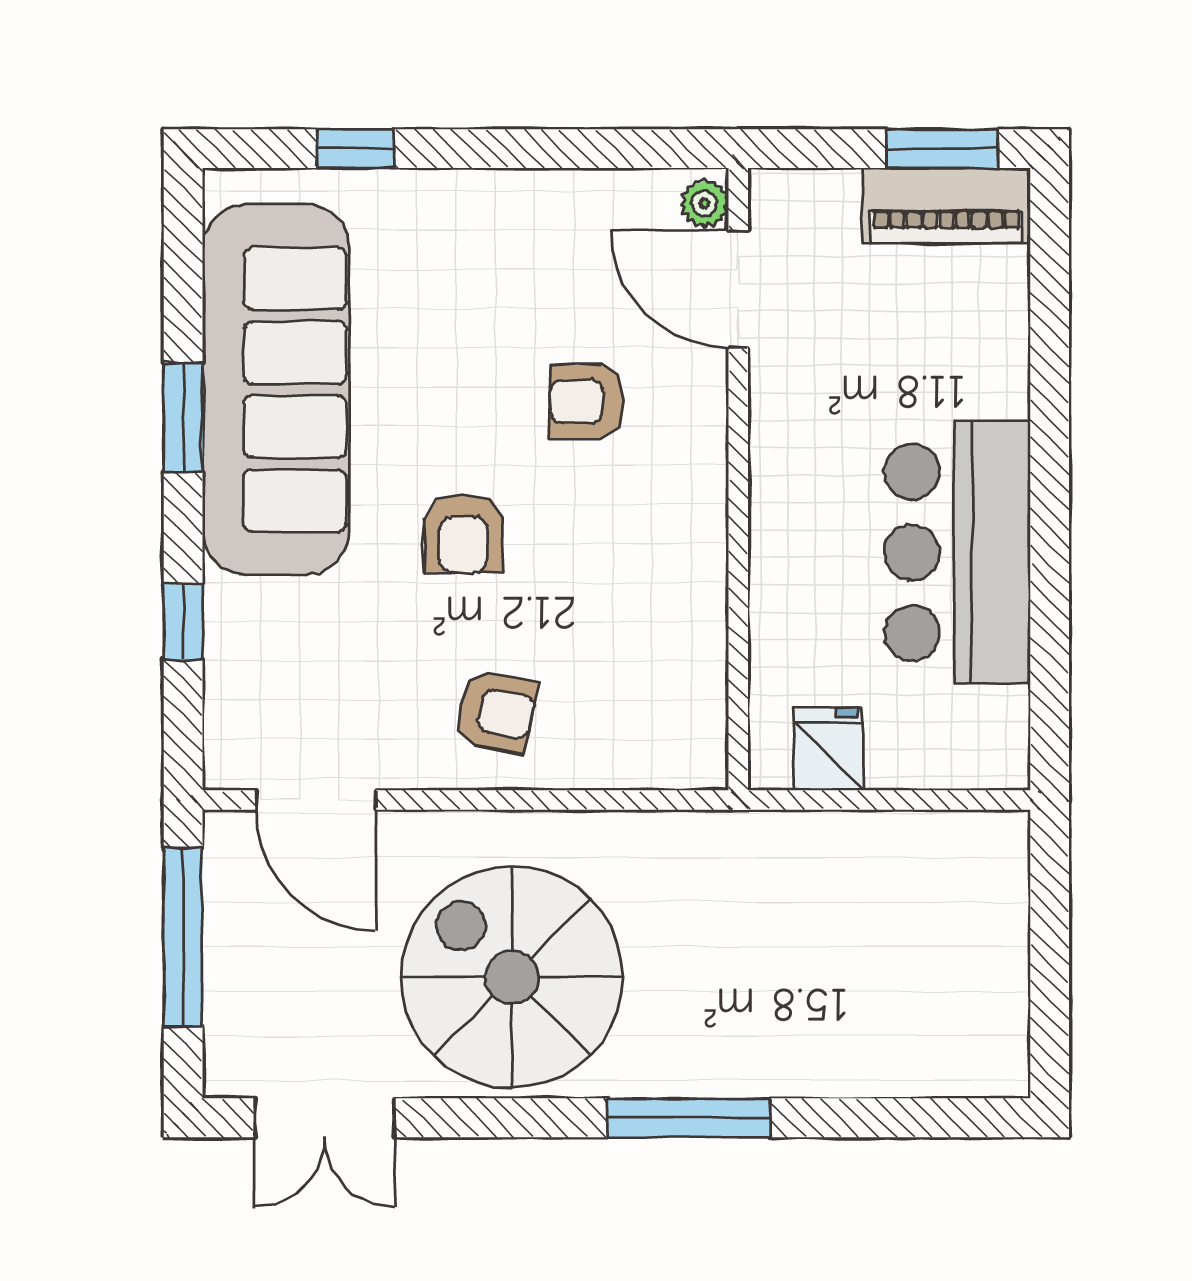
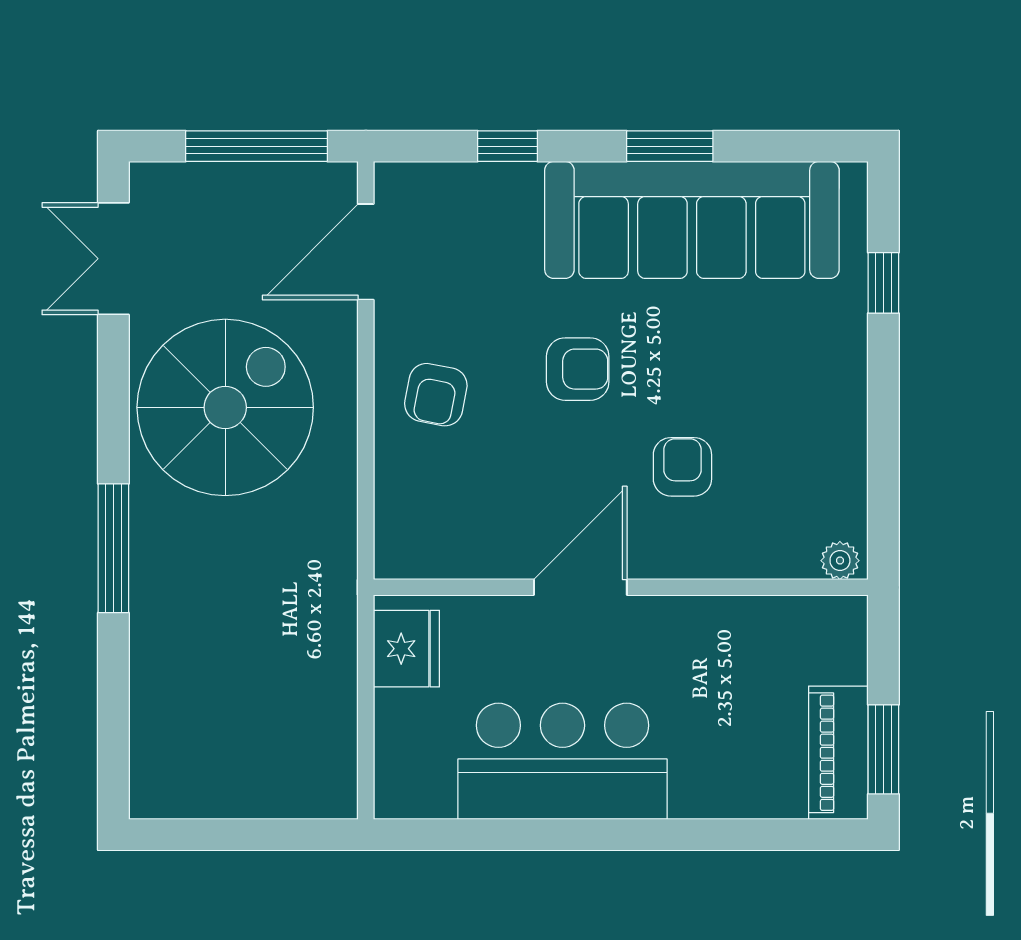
door: (738, 289) -> (580, 587), moved
armchair: (464, 533) -> (578, 369), turned 180
fridge: (829, 749) -> (406, 649), width x1.38

